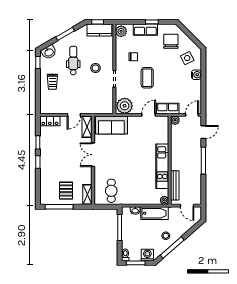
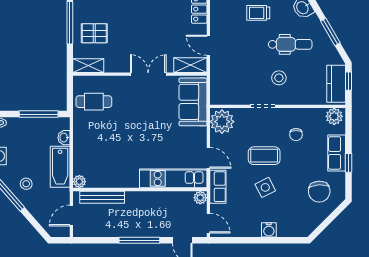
chair: (171, 41) -> (319, 192), turned 86
side table: (187, 58) -> (265, 187), moved
kitchen unit: (162, 166) -> (173, 178), moved

